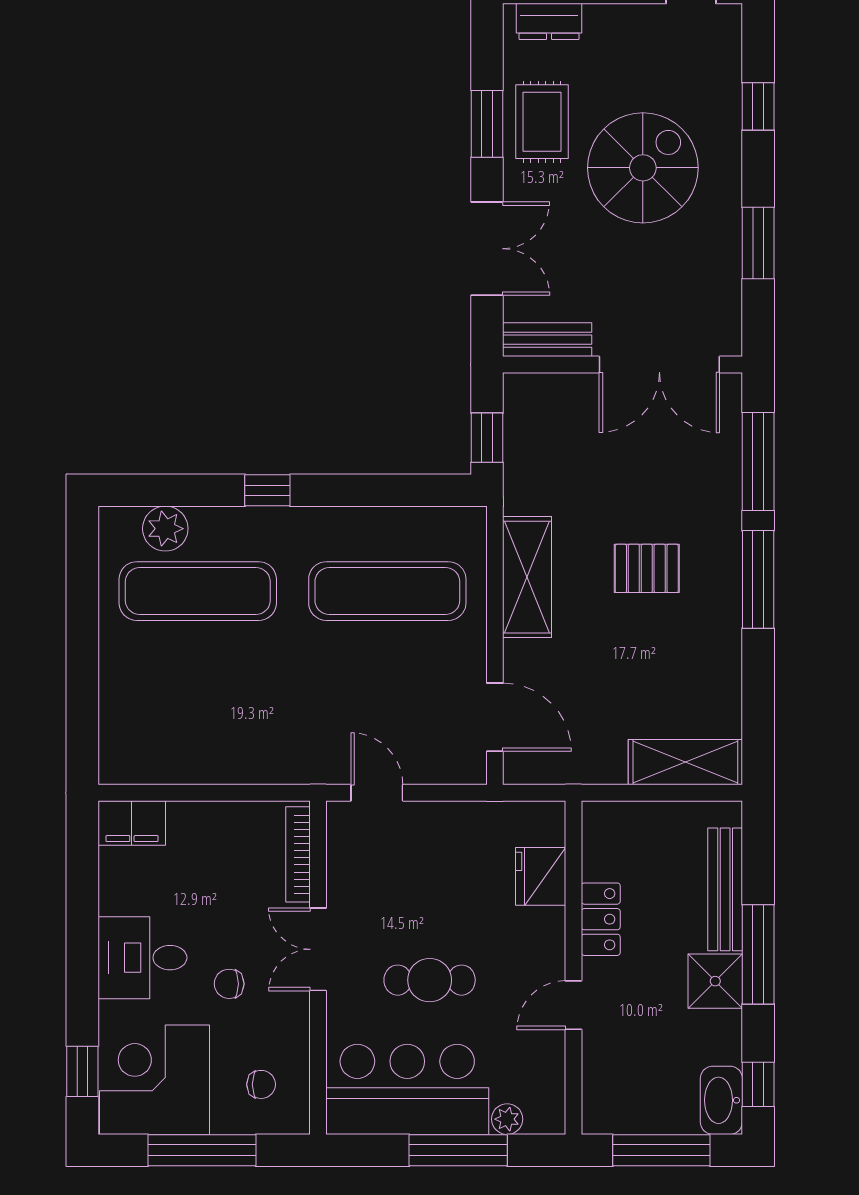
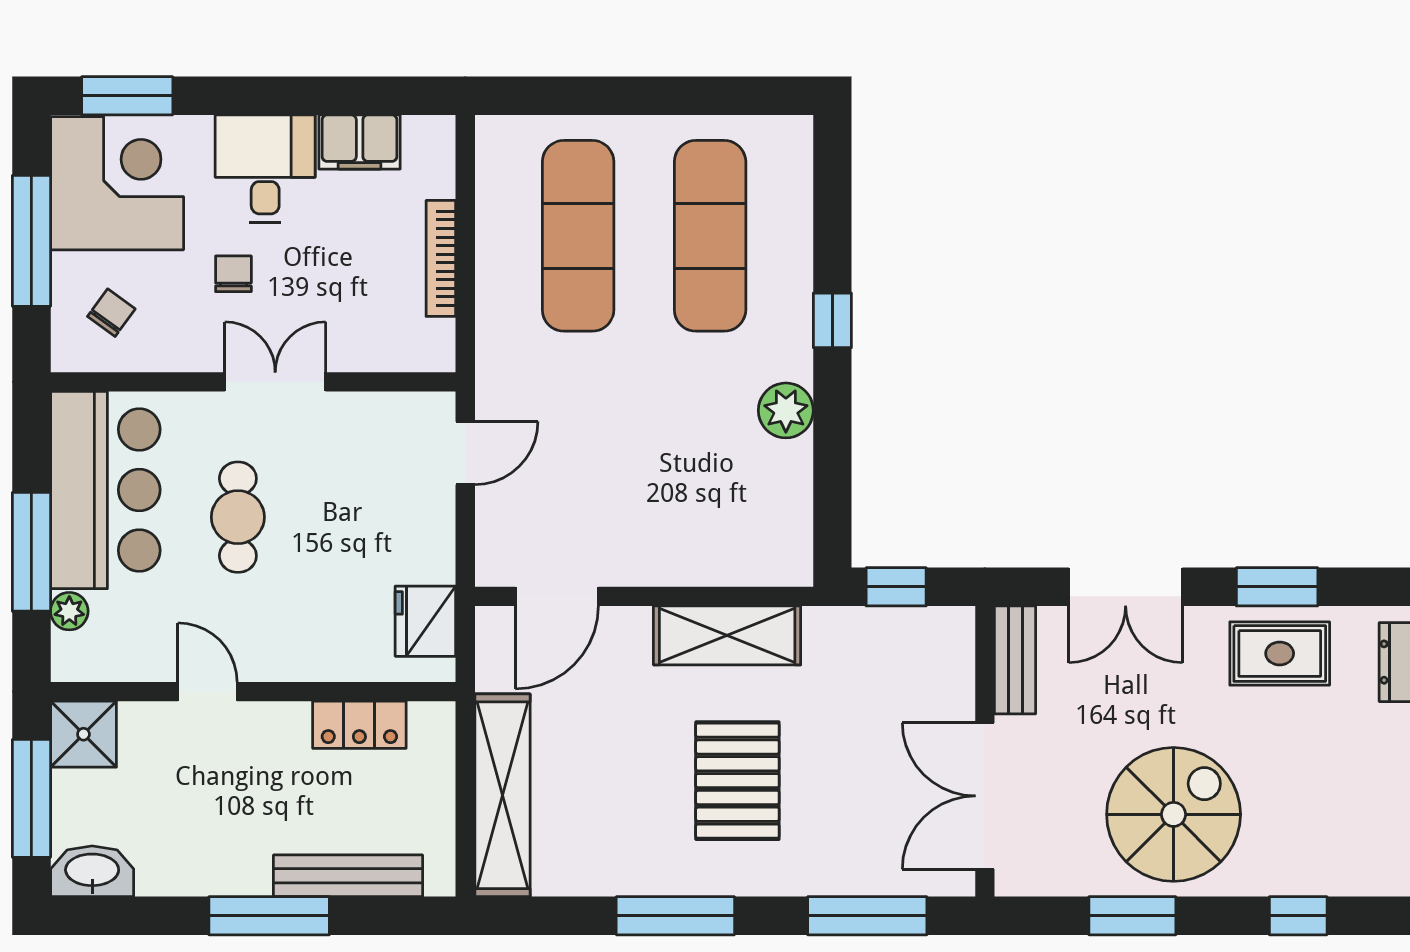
spiral stairs: (643, 168) -> (1174, 814), moved, turned -90
plant: (165, 529) -> (786, 410), moved
pallet: (647, 568) -> (737, 781), width x1.50, depth x1.42
window: (758, 579) -> (675, 916), moved
exercise mat: (387, 591) -> (578, 236), moved
shelving: (685, 762) -> (502, 795), width x1.47
filing cabinet: (132, 823) -> (360, 142), moved, turned -90
bookcase: (298, 854) -> (441, 258), moved, turned -90
fridge: (541, 876) -> (425, 621), moved, turned -90
locker: (601, 919) -> (359, 725), moved
shower: (715, 981) -> (83, 734), moved
window: (82, 1071) -> (127, 96), width x1.50
chair: (261, 1084) -> (111, 313), turned -144
window: (758, 1084) -> (111, 916), removed

